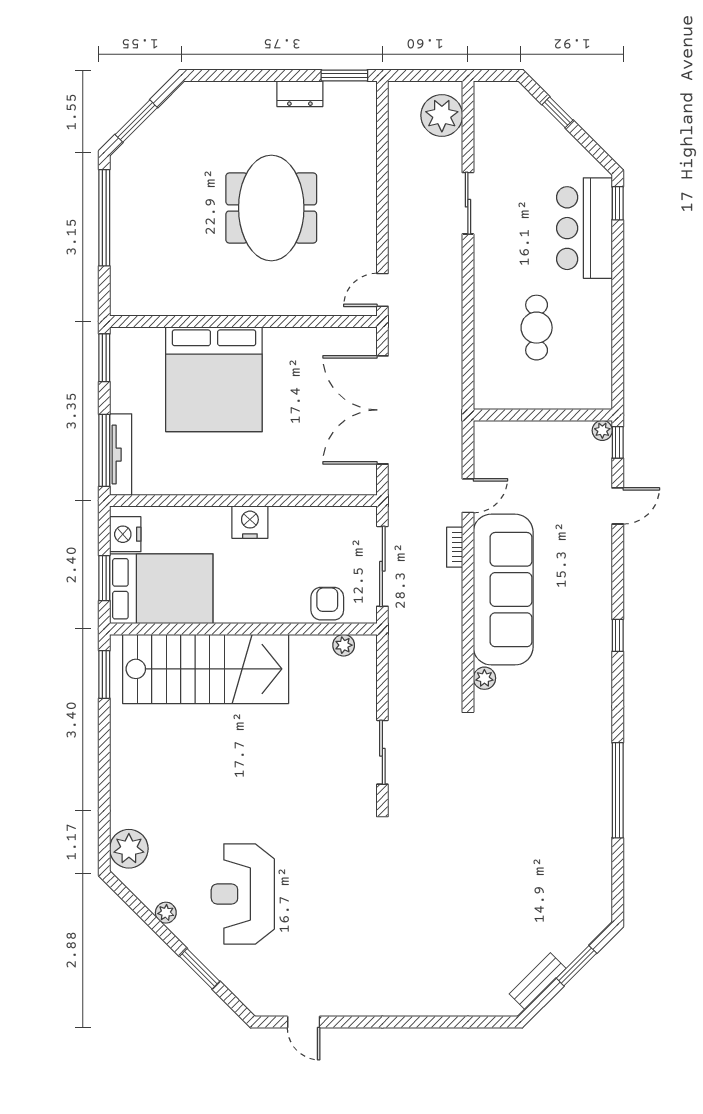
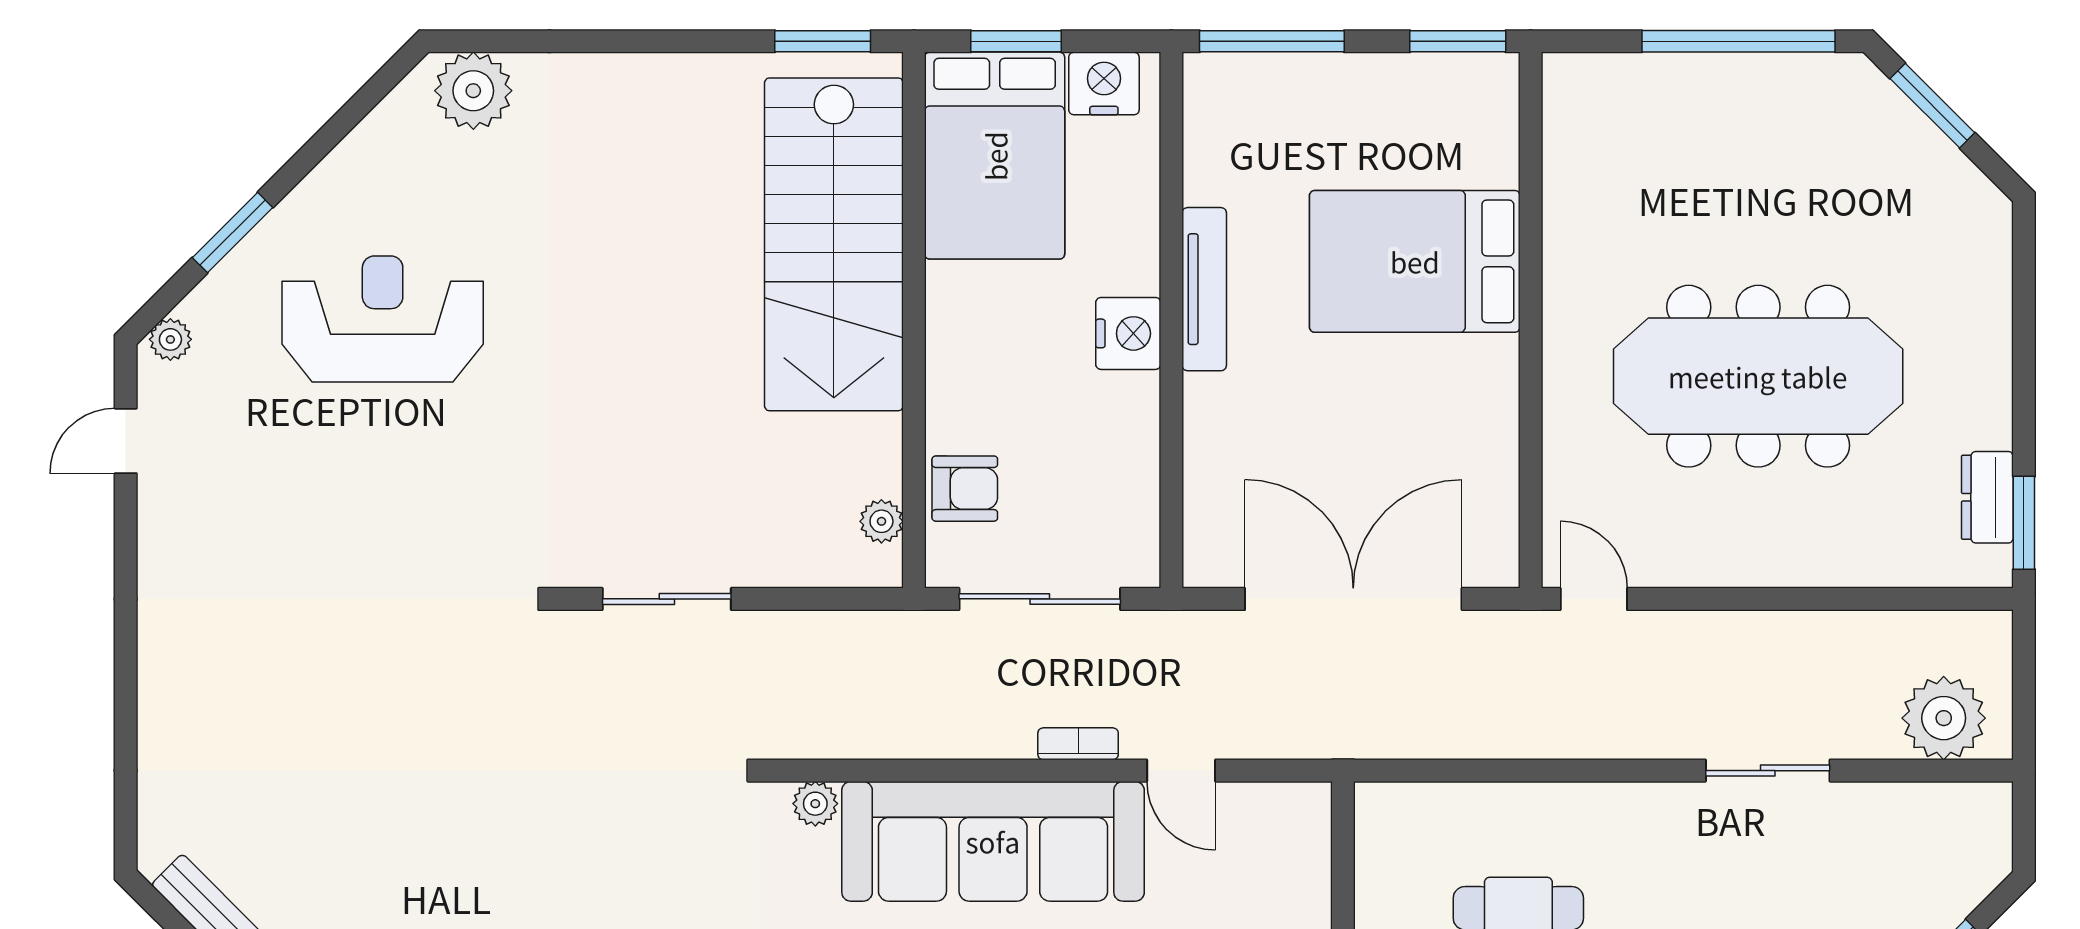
dresser: (300, 94) -> (1987, 497), moved
meeting table: (271, 208) -> (1758, 376), width x1.36
bed: (214, 379) -> (1415, 261), width x0.73
tv unit: (121, 455) -> (1204, 289), moved, turned -90
plant: (166, 913) -> (170, 339), moved

